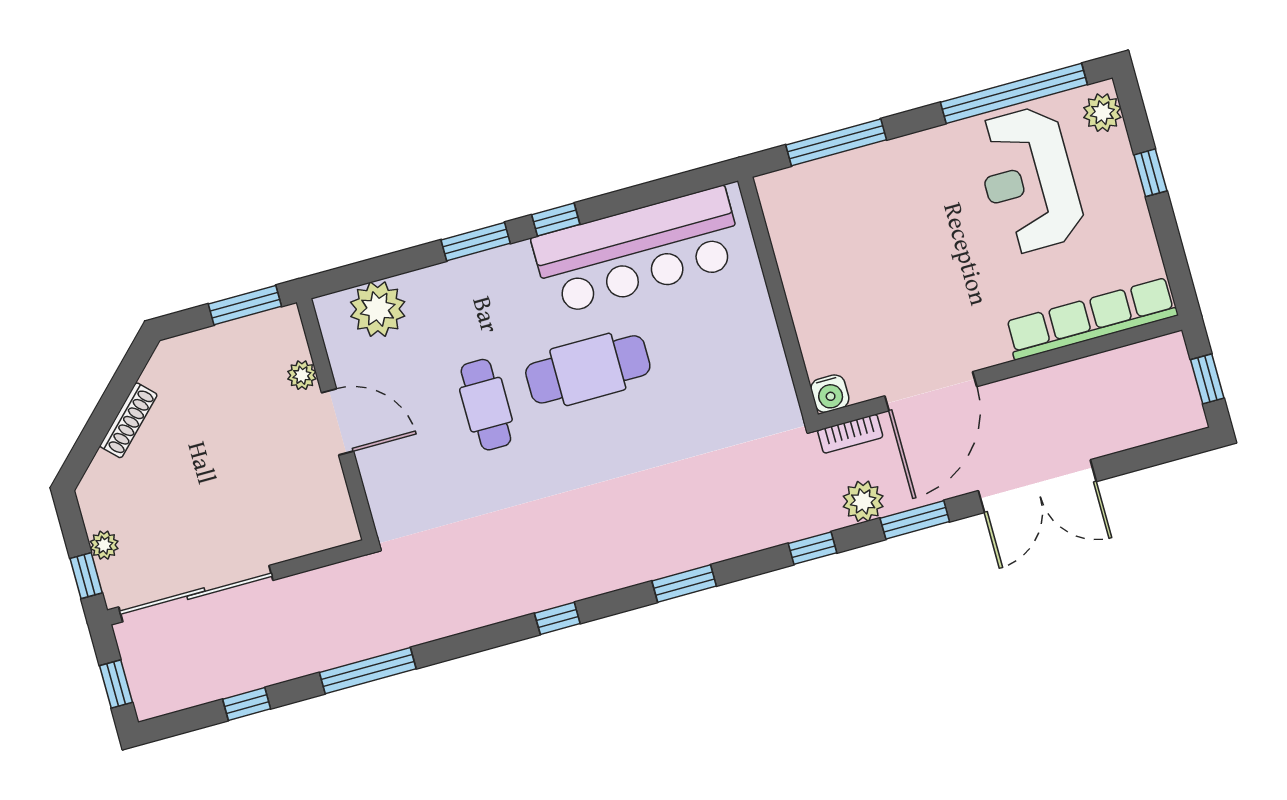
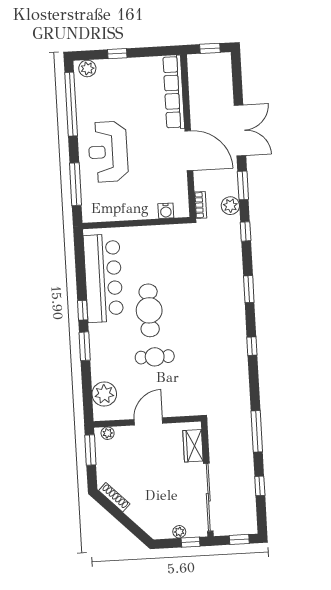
reception desk: (1029, 180) -> (108, 152), moved, turned 90
plant: (302, 375) -> (108, 433), moved
door: (931, 391) -> (189, 151), moved
water cooler: (830, 394) -> (166, 211), moved, turned 90
shoe rack: (128, 420) -> (114, 497), moved
wardrobe: (304, 534) -> (193, 446), added

